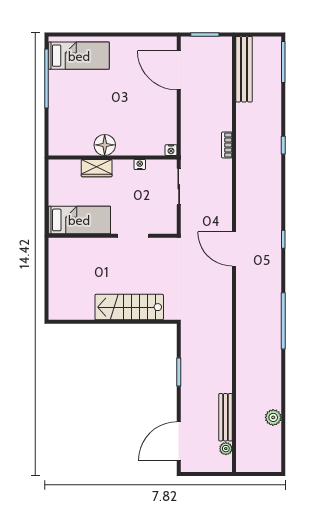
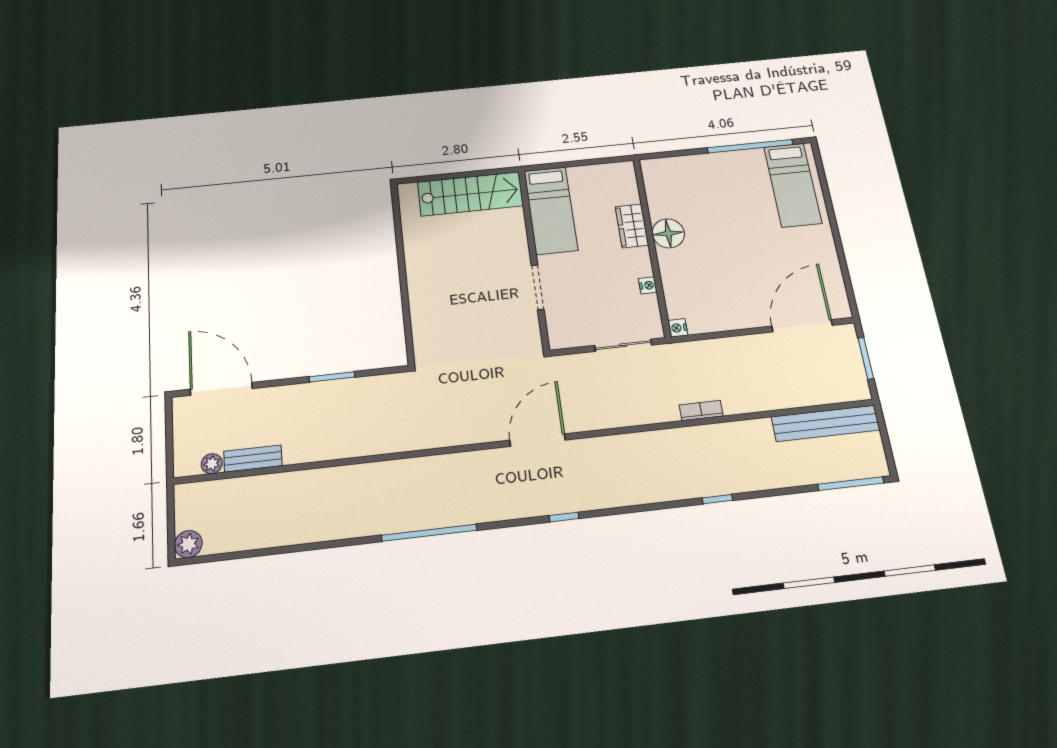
stairs: (129, 307) -> (470, 194), moved, turned 90
bench: (225, 417) -> (253, 459), width x0.73
plant: (273, 417) -> (188, 544), moved

